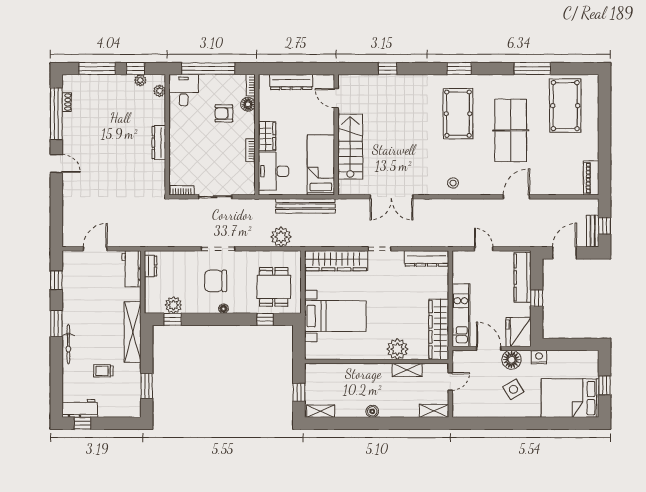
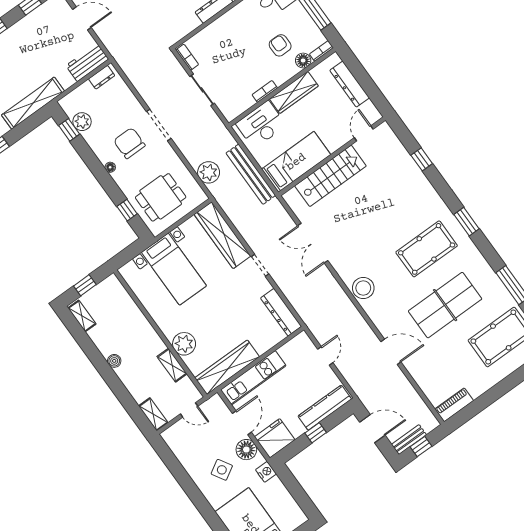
wardrobe: (267, 136) -> (294, 92), width x1.50
stool: (453, 183) -> (363, 288), width x1.89, depth x1.89

